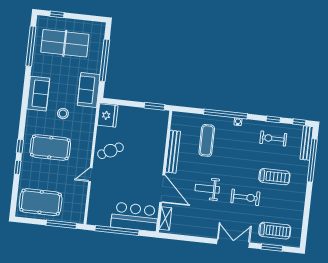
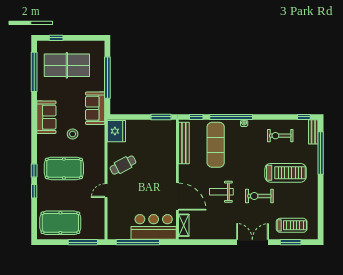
window: (273, 119) -> (196, 117), moved
exercise mat: (207, 140) -> (216, 145), width x1.36, depth x1.45
bench: (307, 143) -> (313, 132), width x0.73
bench: (173, 152) -> (184, 143), moved
treadmill: (274, 177) -> (286, 173), width x1.37, depth x1.38
exercise bike: (245, 197) -> (259, 196), turned 180

